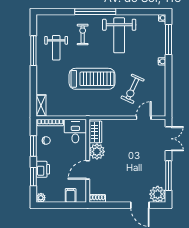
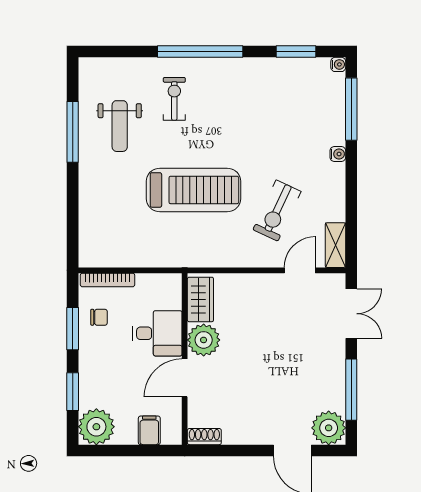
window: (142, 12) -> (296, 52), added
weight bench: (119, 35) -> (250, 100), removed
shelving: (41, 105) -> (335, 245), moved
desk: (75, 131) -> (157, 333), moved, turned 90
printer: (43, 169) -> (92, 377), removed
plant: (41, 198) -> (96, 427), width x1.88, depth x1.88

